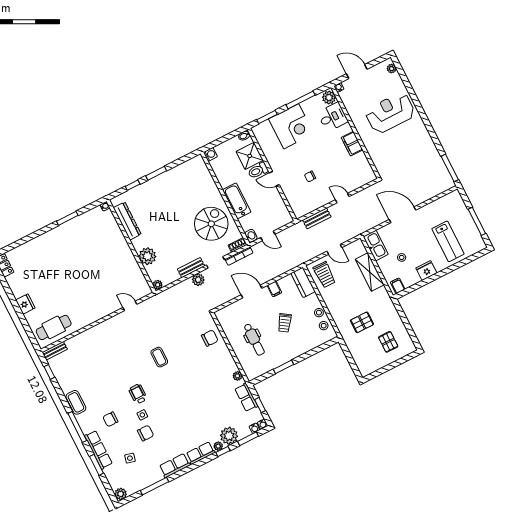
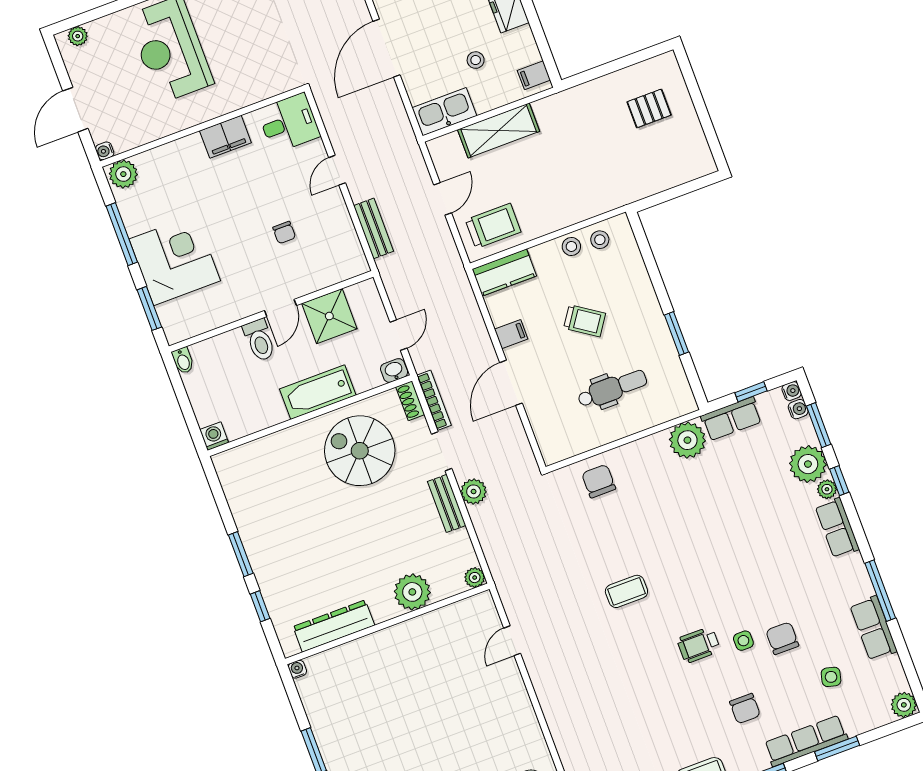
desk: (333, 117) -> (289, 123), moved, turned 90
shower: (250, 156) -> (329, 316), moved
pallet: (362, 322) -> (602, 159), removed
plant: (237, 376) -> (687, 440), width x1.87, depth x1.87
row of seats: (175, 466) -> (873, 628), moved
window: (155, 486) -> (880, 591), moved

